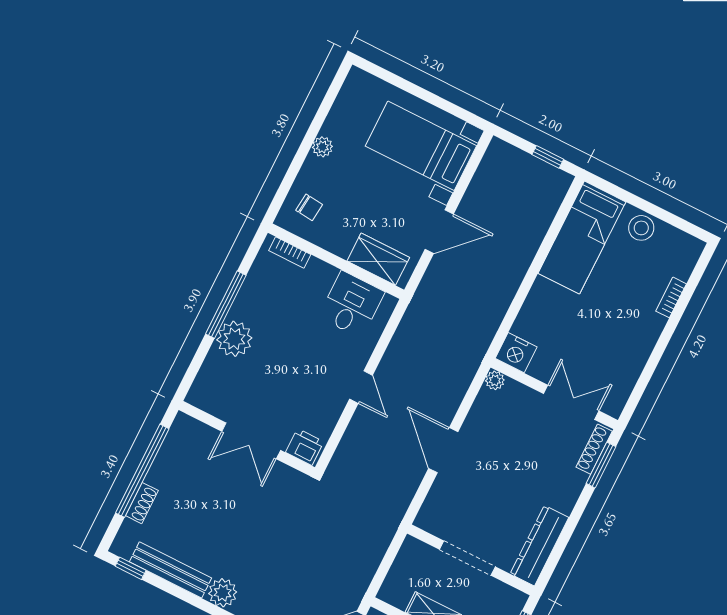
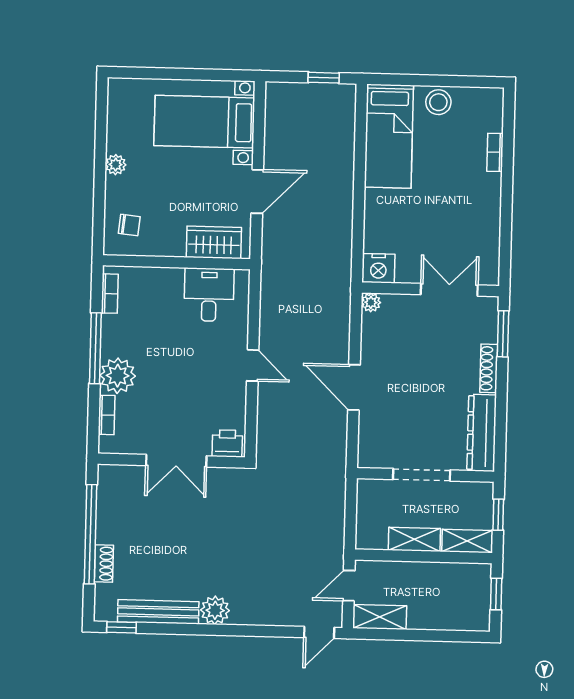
bookcase: (290, 252) -> (110, 294), moved, turned -90
bookcase: (208, 370) -> (107, 415), added
shoe rack: (594, 449) -> (489, 368), moved

